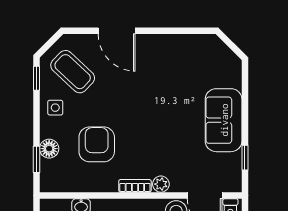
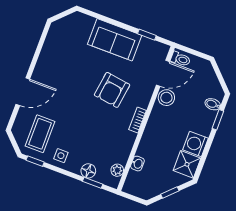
coffee table: (73, 72) -> (40, 134), turned -43
armchair: (97, 144) -> (112, 90), moved, turned -82
plant: (161, 184) -> (117, 170), moved

